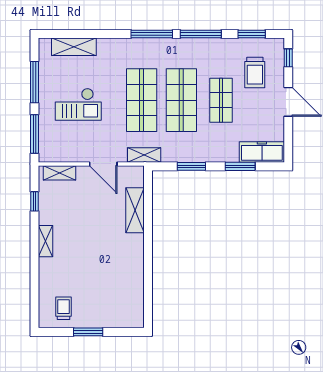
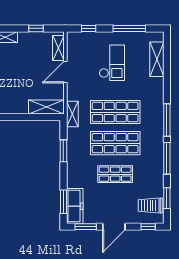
trolley: (255, 73) -> (150, 206), moved
checkout: (78, 104) -> (112, 63), turned 180
window: (35, 134) -> (89, 28), width x0.46
window: (288, 138) -> (86, 227), added
door: (103, 164) -> (65, 72), moved
window: (240, 166) -> (63, 202), moved
shelving: (135, 210) -> (46, 107), moved

